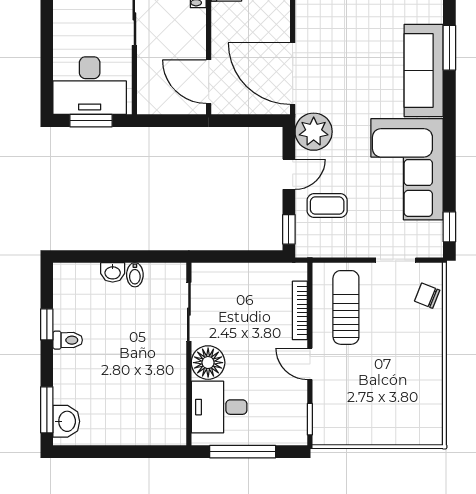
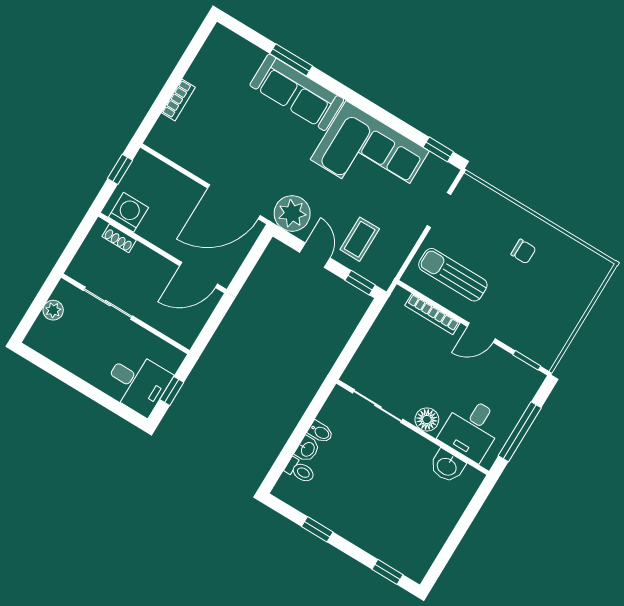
desk: (90, 86) -> (137, 383), width x0.73
window: (91, 121) -> (172, 391), width x0.67
chair: (427, 296) -> (523, 251), moved, turned -112
toilet: (68, 340) -> (300, 471), moved, turned 90
floor lamp: (208, 363) -> (427, 419), width x0.73, depth x0.73
window: (47, 410) -> (387, 572), width x0.67
washbasin: (66, 421) -> (447, 466), moved, turned 180

